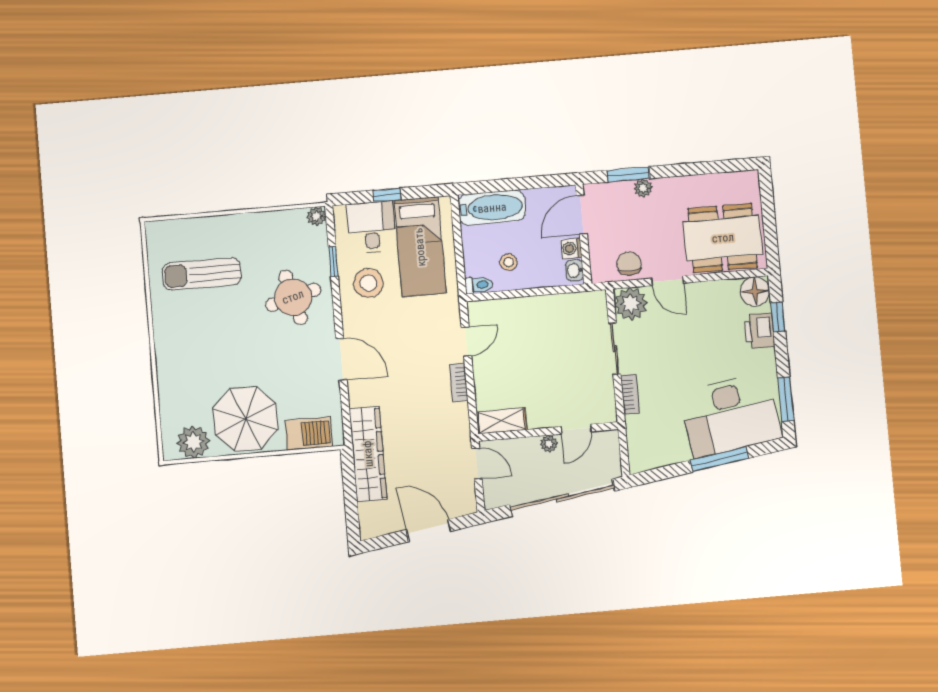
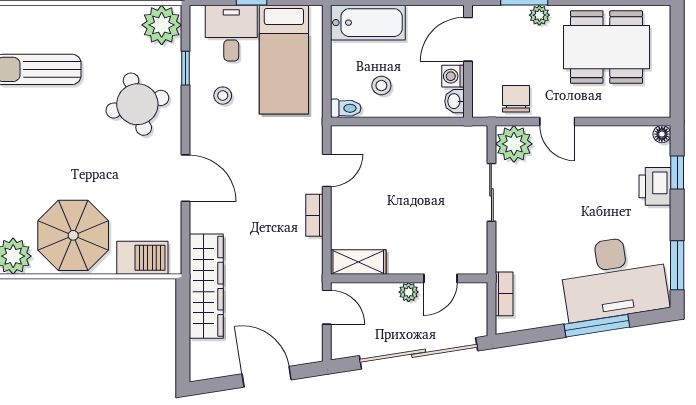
plant: (317, 216) -> (162, 25), width x1.87, depth x1.87
dining table: (723, 238) -> (606, 47), moved
stool: (368, 283) -> (223, 96), width x0.53, depth x0.53
floor lamp: (755, 291) -> (662, 134), width x0.53, depth x0.53
bookcase: (630, 394) -> (504, 294), moved

